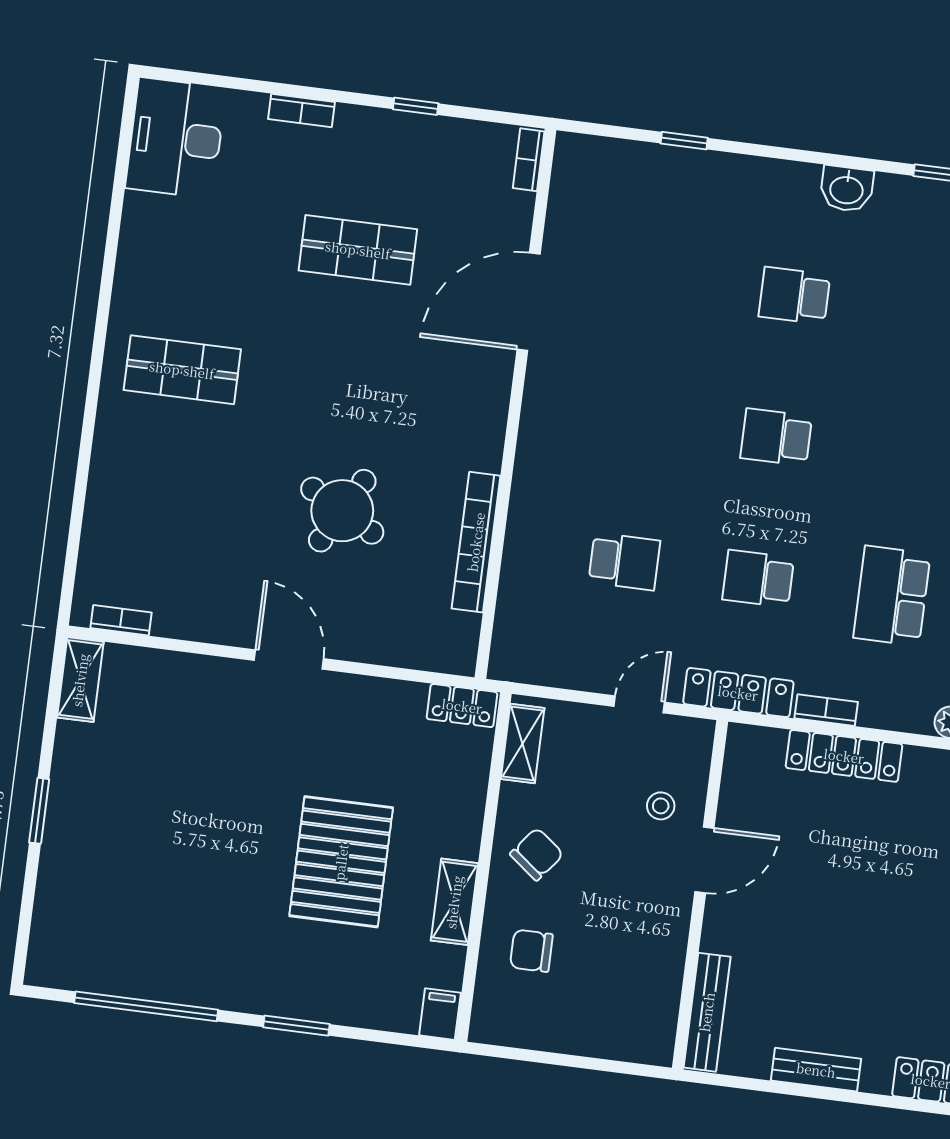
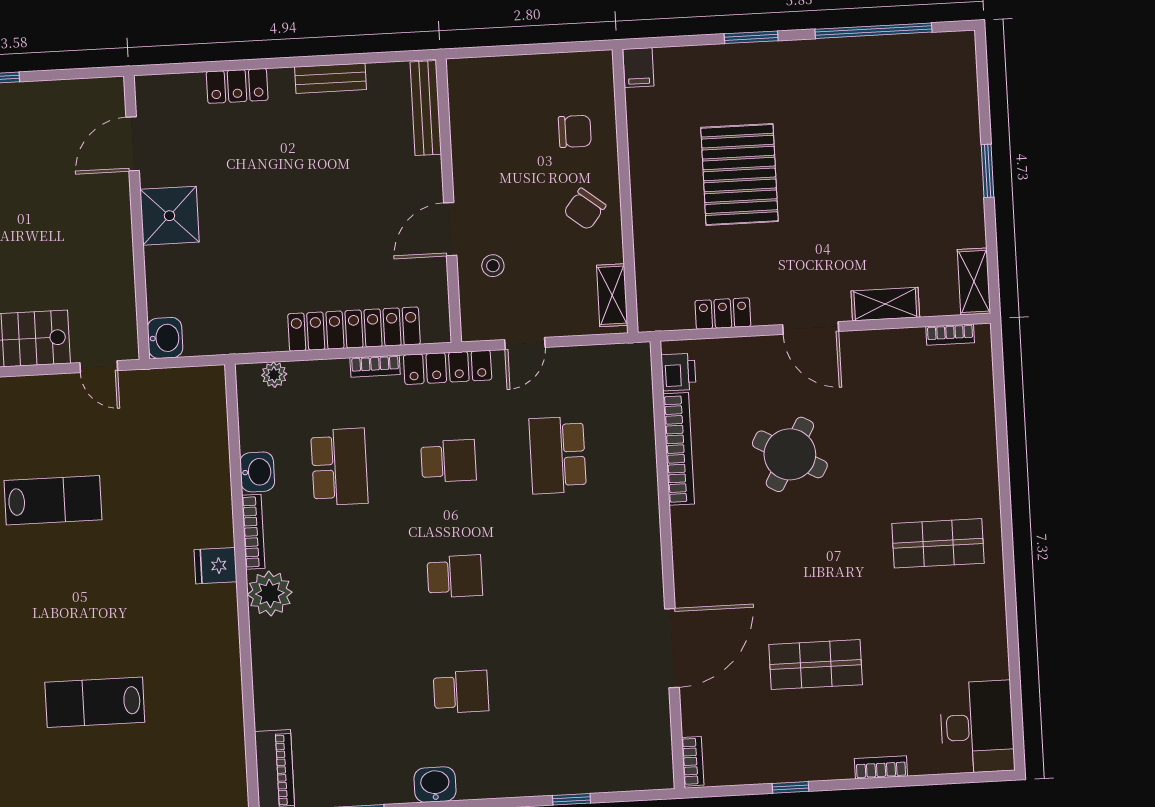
school desk: (624, 562) -> (558, 455), width x1.85
printer: (459, 635) -> (678, 372), added
locker: (462, 706) -> (723, 313), moved
locker: (844, 756) -> (354, 329), width x1.41, depth x1.21
shelving: (454, 902) -> (885, 304), moved, turned 90

